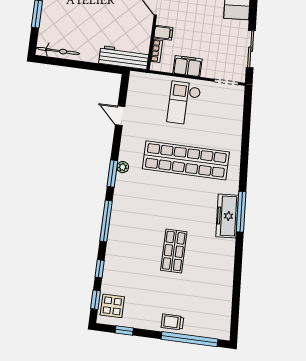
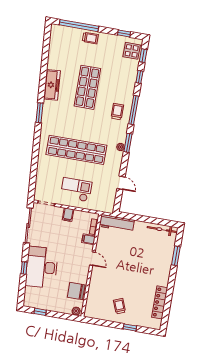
sliding door: (251, 49) -> (28, 225), width x1.37
filing cabinet: (187, 66) -> (68, 215), width x0.50
checkout: (184, 103) -> (76, 190), turned -90
window: (241, 212) -> (39, 113), width x0.69
freezer: (227, 216) -> (52, 85), moved
trolley: (129, 218) -> (117, 112), added
shop shelf: (174, 251) -> (87, 87), width x1.43, depth x1.36

